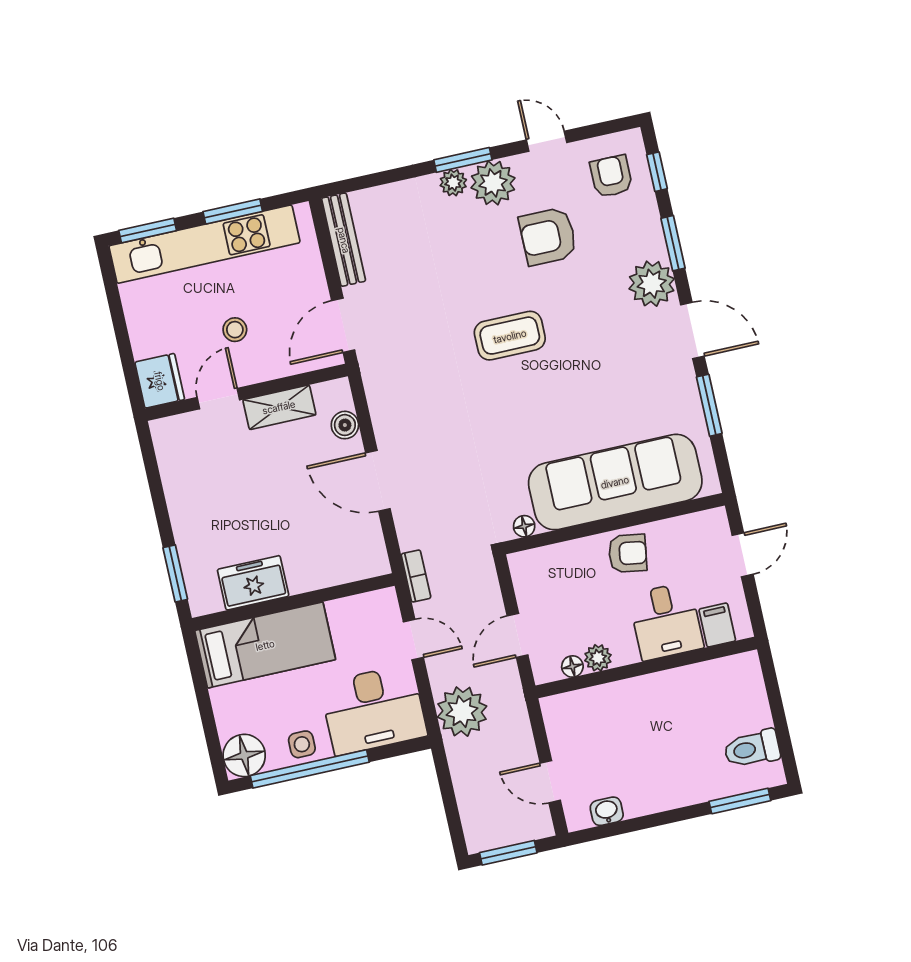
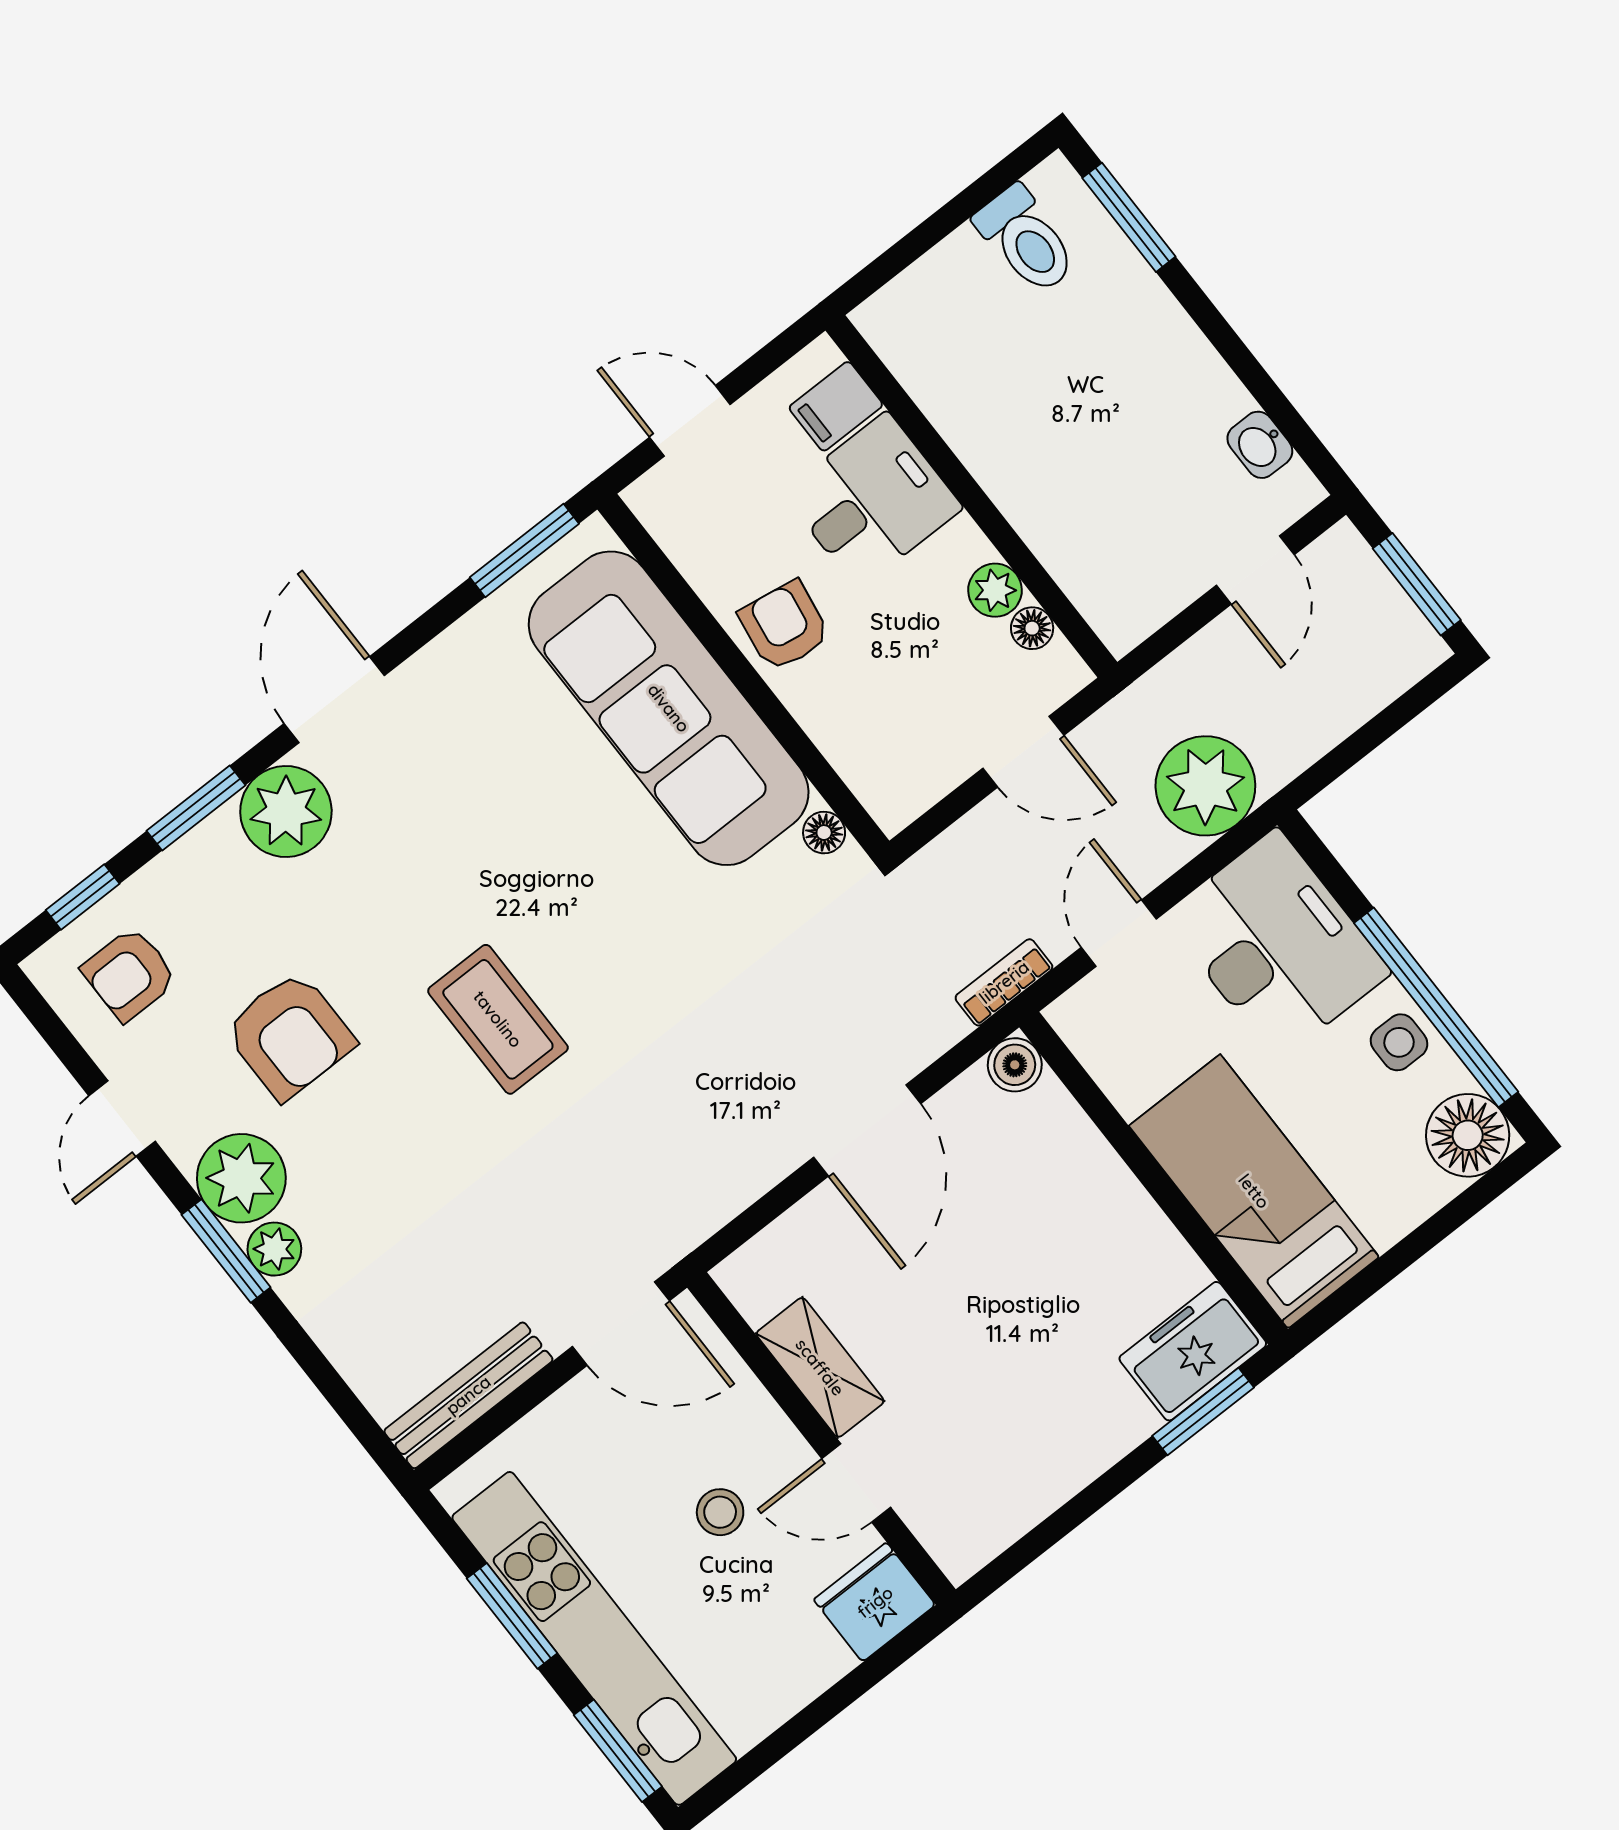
window: (709, 405) -> (524, 551), moved
boiler: (345, 425) -> (1015, 1065), moved
freezer: (253, 583) -> (1193, 1351), moved, turned 90

